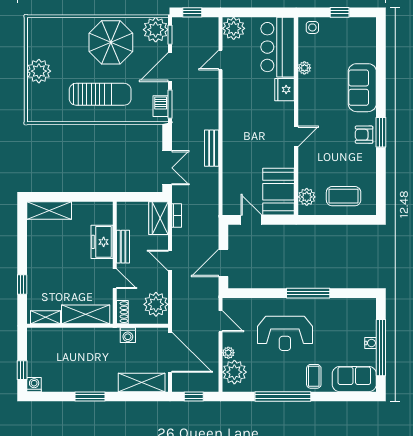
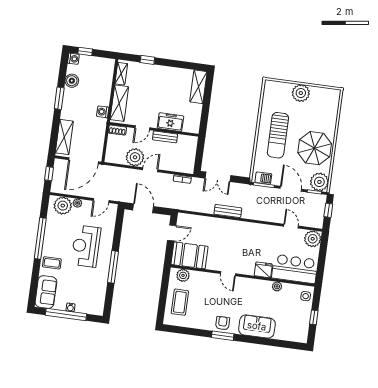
wardrobe: (159, 218) -> (182, 166), removed
plant: (156, 304) -> (135, 157), moved
washing machine: (128, 335) -> (103, 112), moved
boiler: (64, 383) -> (72, 81), added

